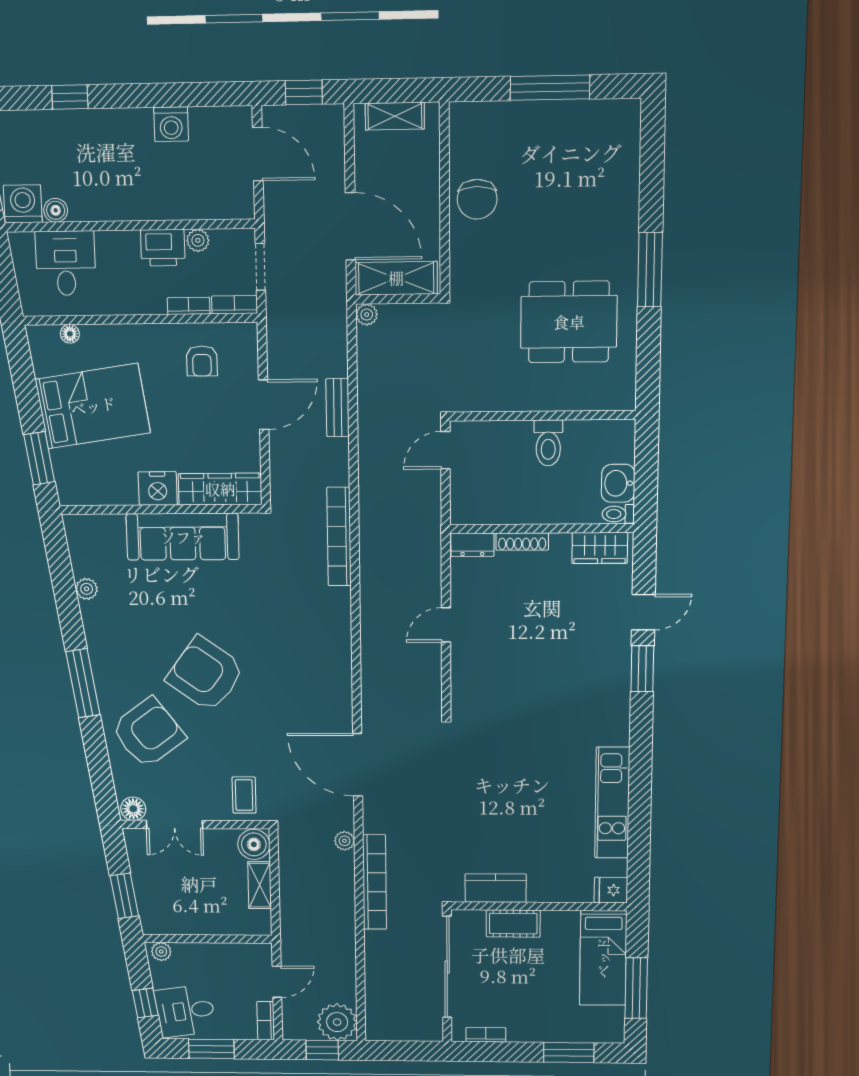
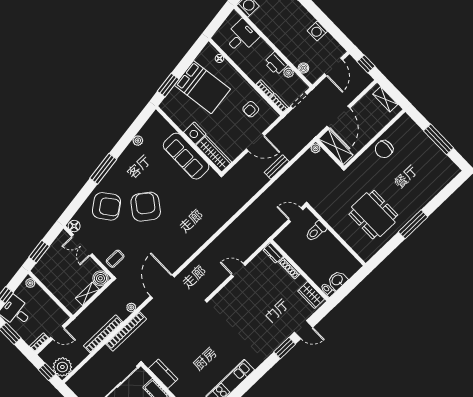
boiler: (56, 210) -> (303, 68), moved
toilet: (548, 443) -> (316, 231), moved
bookcase: (339, 537) -> (103, 334), moved

